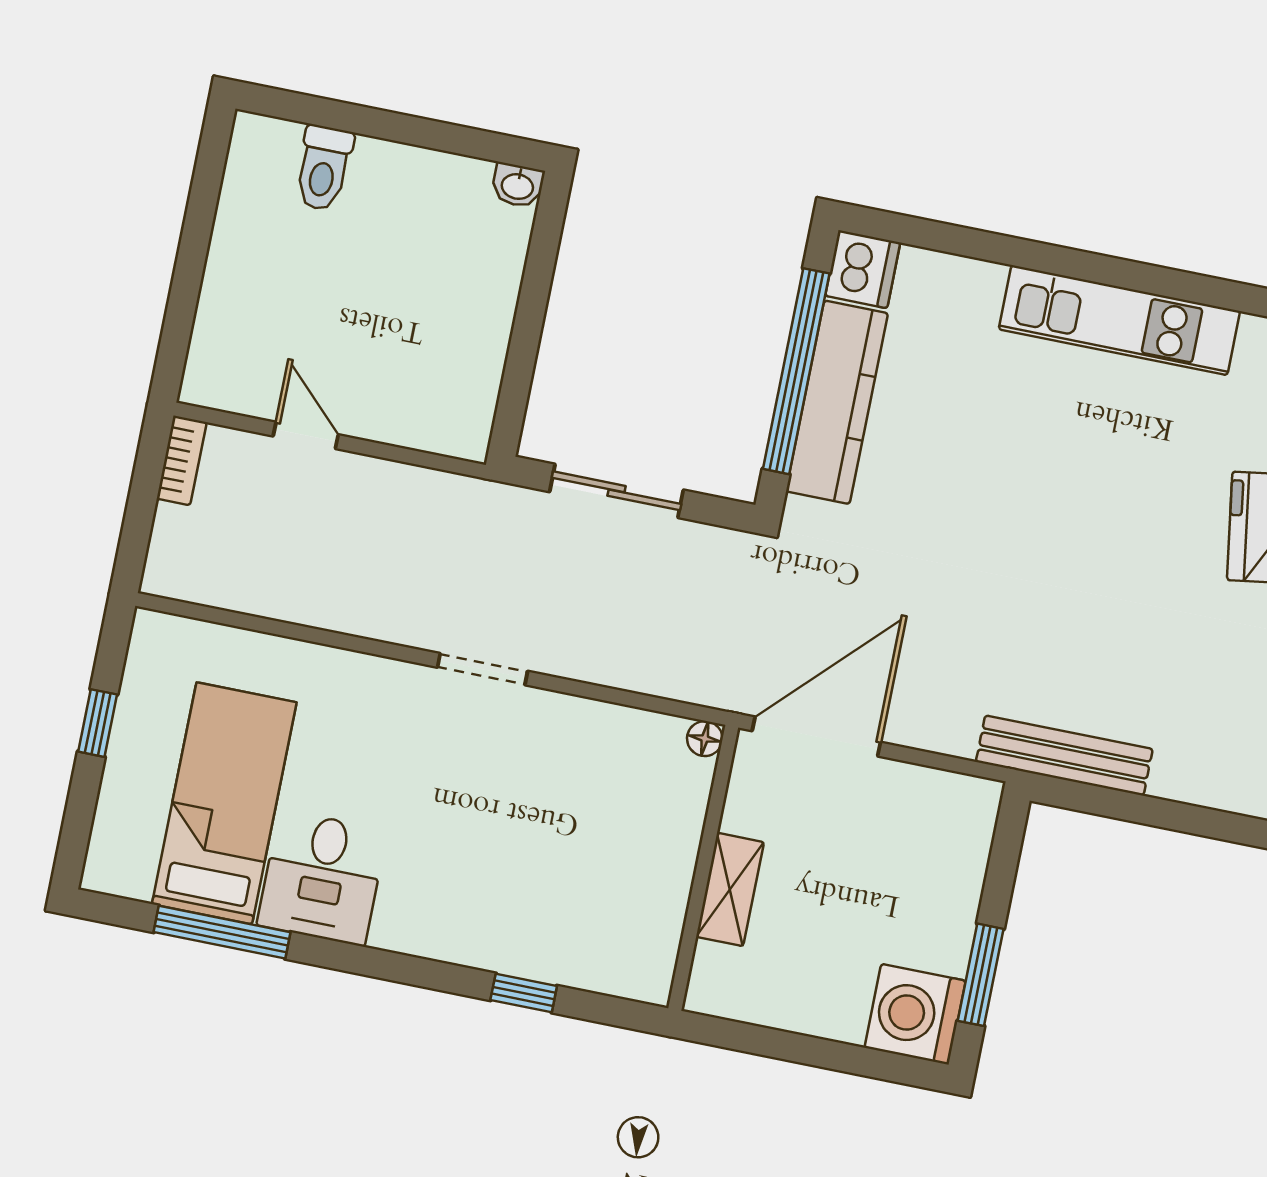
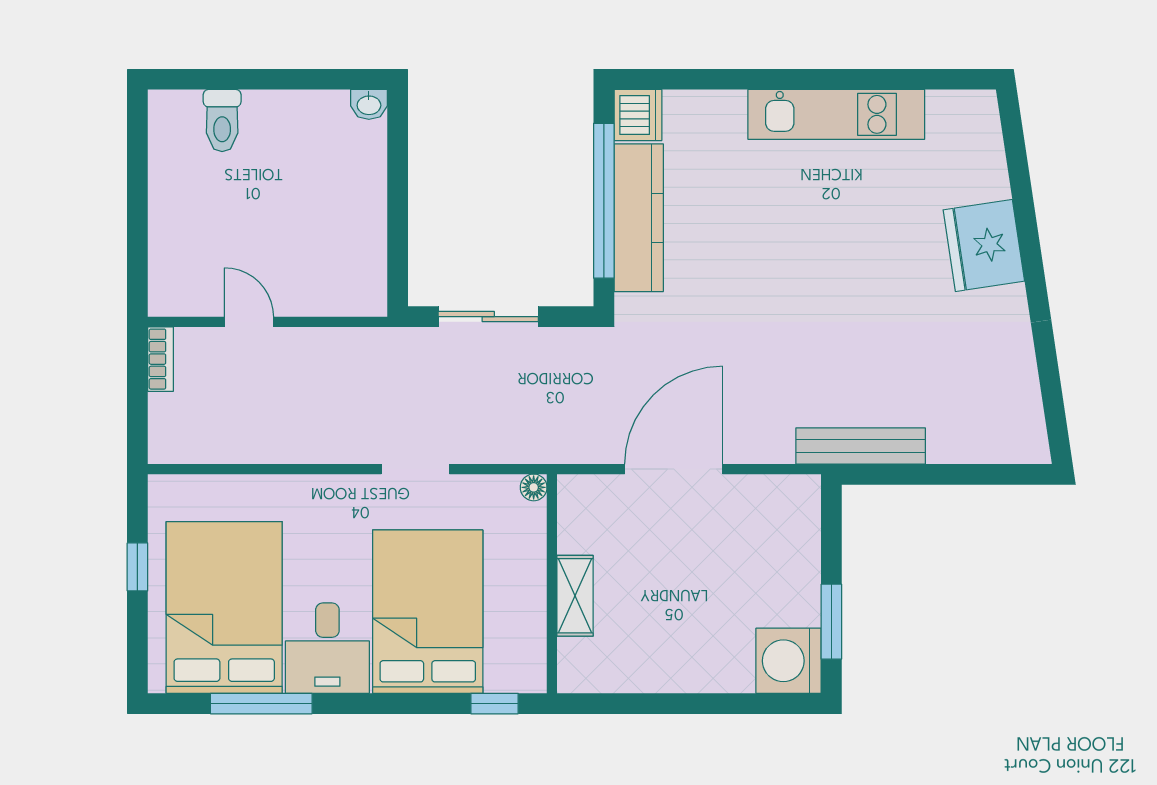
floor lamp: (705, 739) -> (534, 487), moved
bed: (224, 803) -> (224, 607), width x1.50
bed: (461, 857) -> (428, 612), added
wall: (703, 868) -> (552, 584), moved
shelving: (730, 889) -> (575, 596), moved

